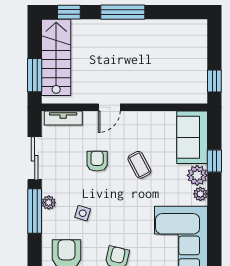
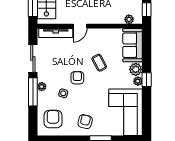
plant: (187, 96) -> (129, 19), added
tv unit: (63, 118) -> (56, 33), width x1.41
armchair: (97, 161) -> (77, 78), moved
window: (214, 161) -> (147, 80), moved

